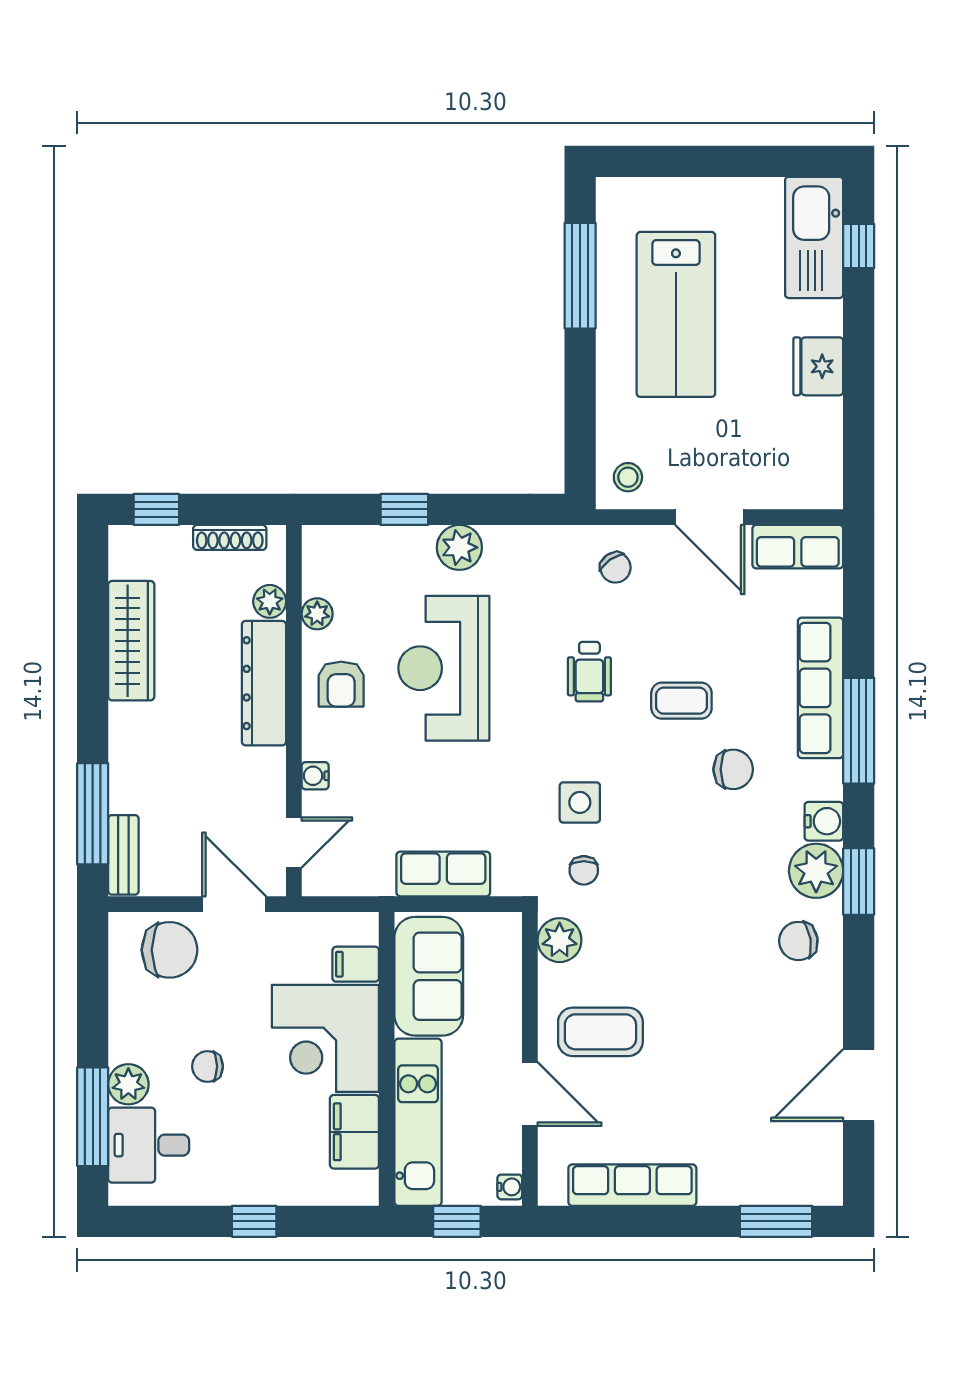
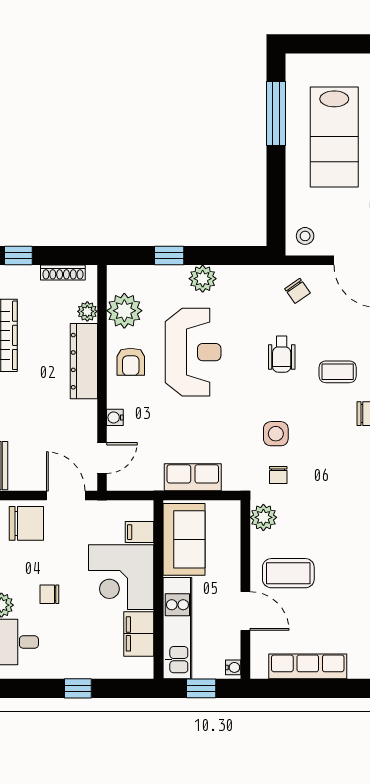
plant: (317, 614) -> (124, 311), width x1.87, depth x1.87
reception desk: (444, 668) -> (193, 352), turned 180

